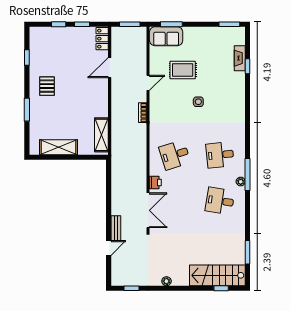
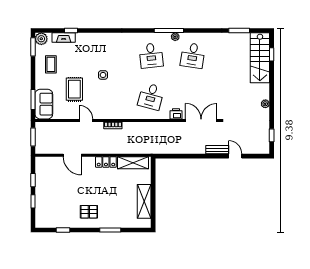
plant: (238, 33) -> (41, 39), added
locker: (102, 39) -> (106, 162), moved
coffee table: (210, 44) -> (51, 64), added
desk: (175, 155) -> (151, 96), turned 33

